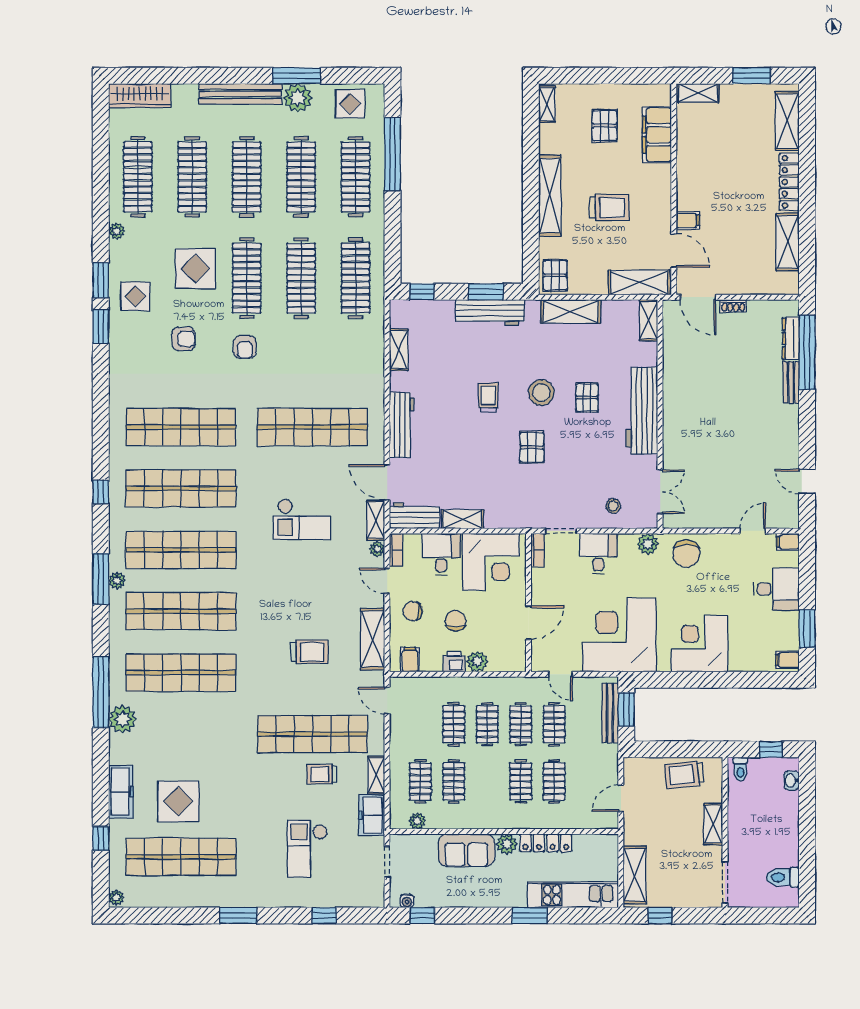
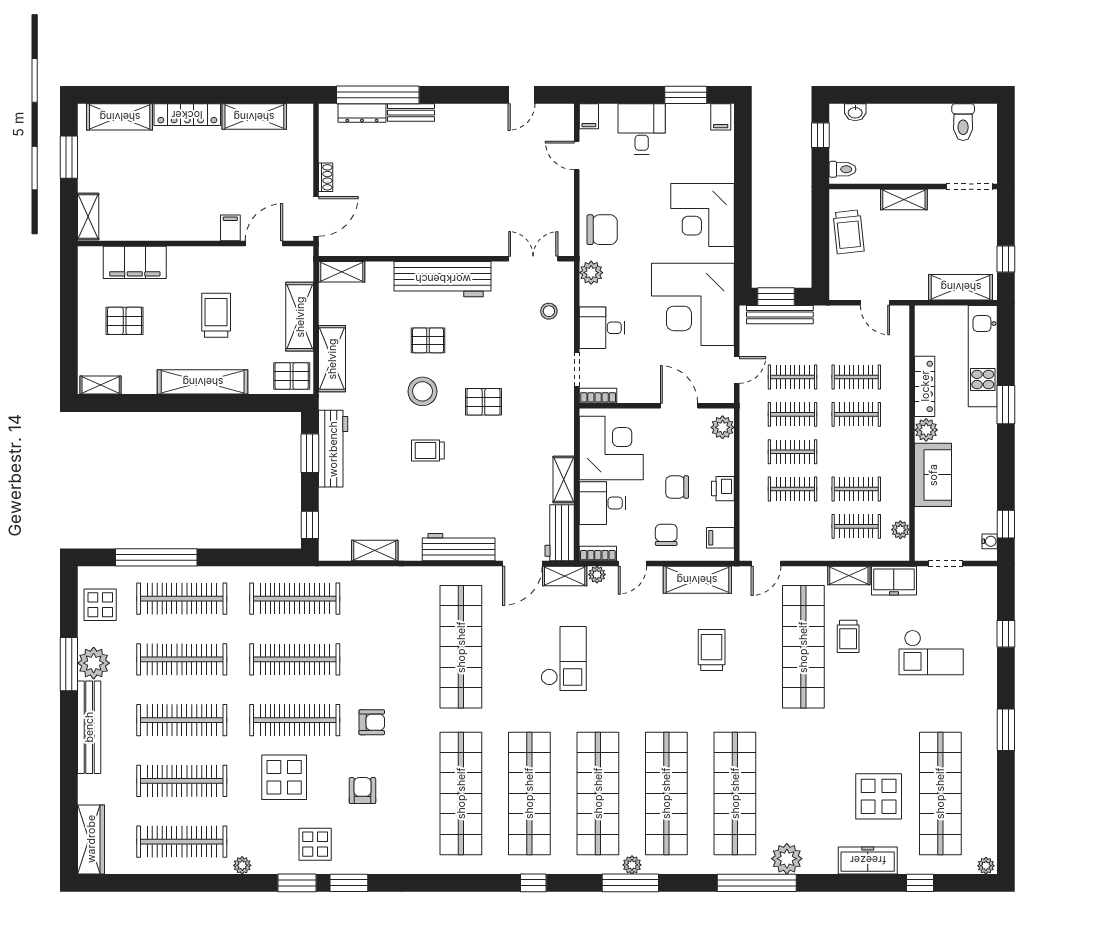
shelving: (639, 283) -> (300, 317), moved
chair: (413, 611) -> (666, 535), turned 180
plant: (477, 662) -> (723, 427), moved

